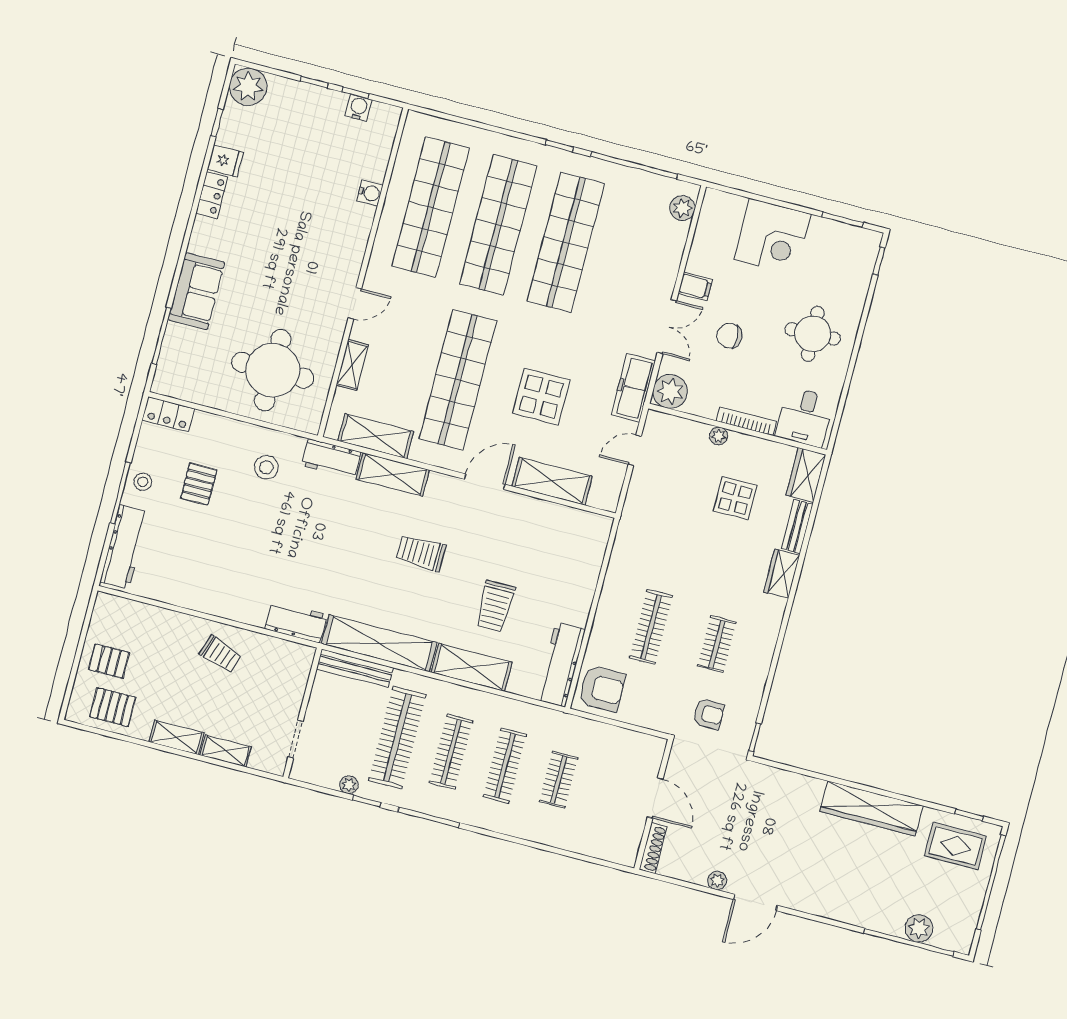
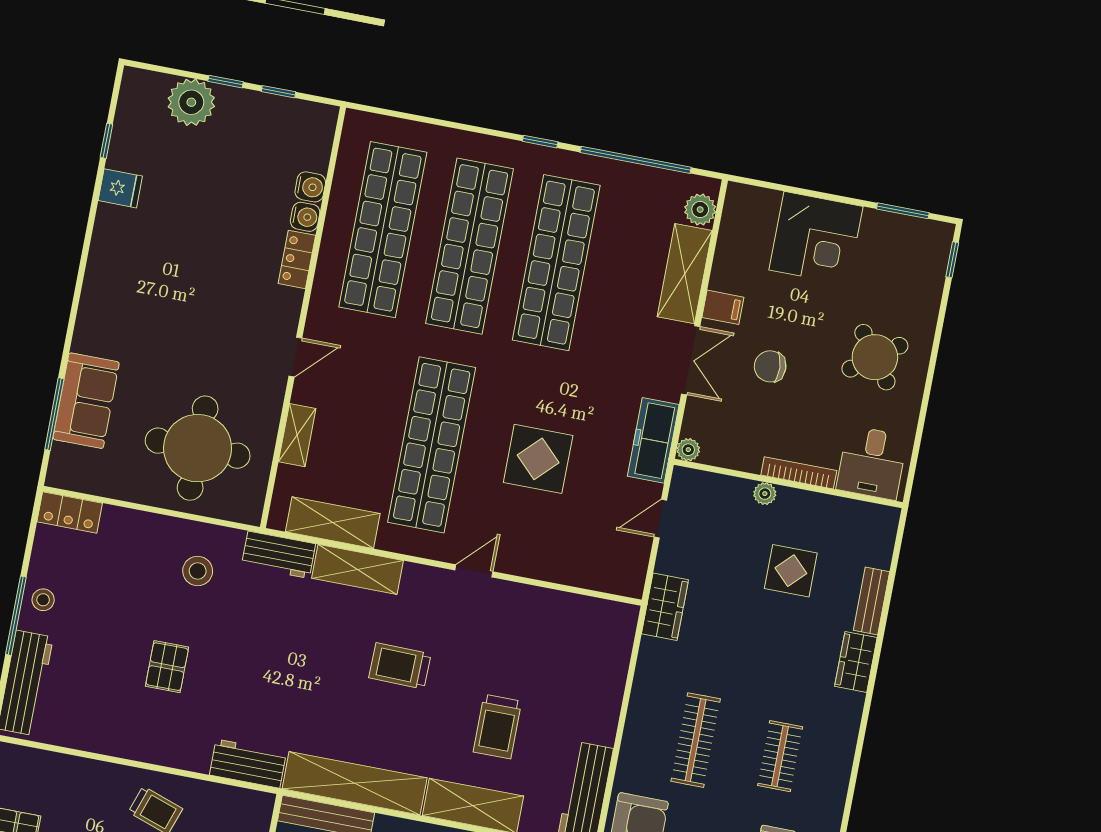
plant: (248, 87) -> (191, 102), moved
water cooler: (359, 108) -> (310, 187), moved, turned 90
locker: (212, 195) -> (297, 259), moved, turned 180
sofa: (196, 291) -> (86, 401), moved
round table: (813, 334) -> (875, 357), turned -34
plant: (670, 391) -> (688, 450), width x0.53, depth x0.53
wardrobe: (806, 475) -> (665, 607), moved, turned 180
shelving: (552, 481) -> (685, 274), moved, turned 90
door: (485, 482) -> (474, 571), width x0.73
pallet: (199, 484) -> (167, 667), moved

